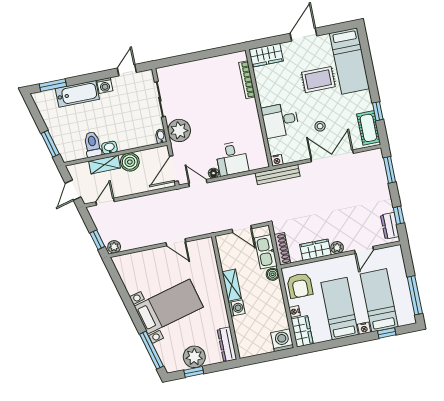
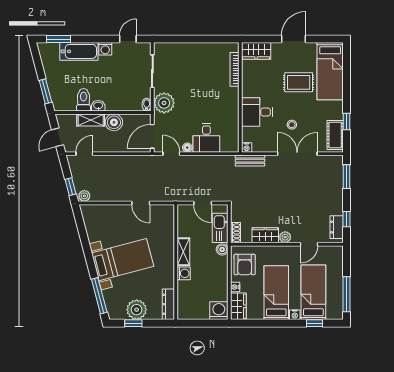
bench: (278, 175) -> (250, 161), width x0.73
shoe rack: (282, 249) -> (236, 233), width x0.70

